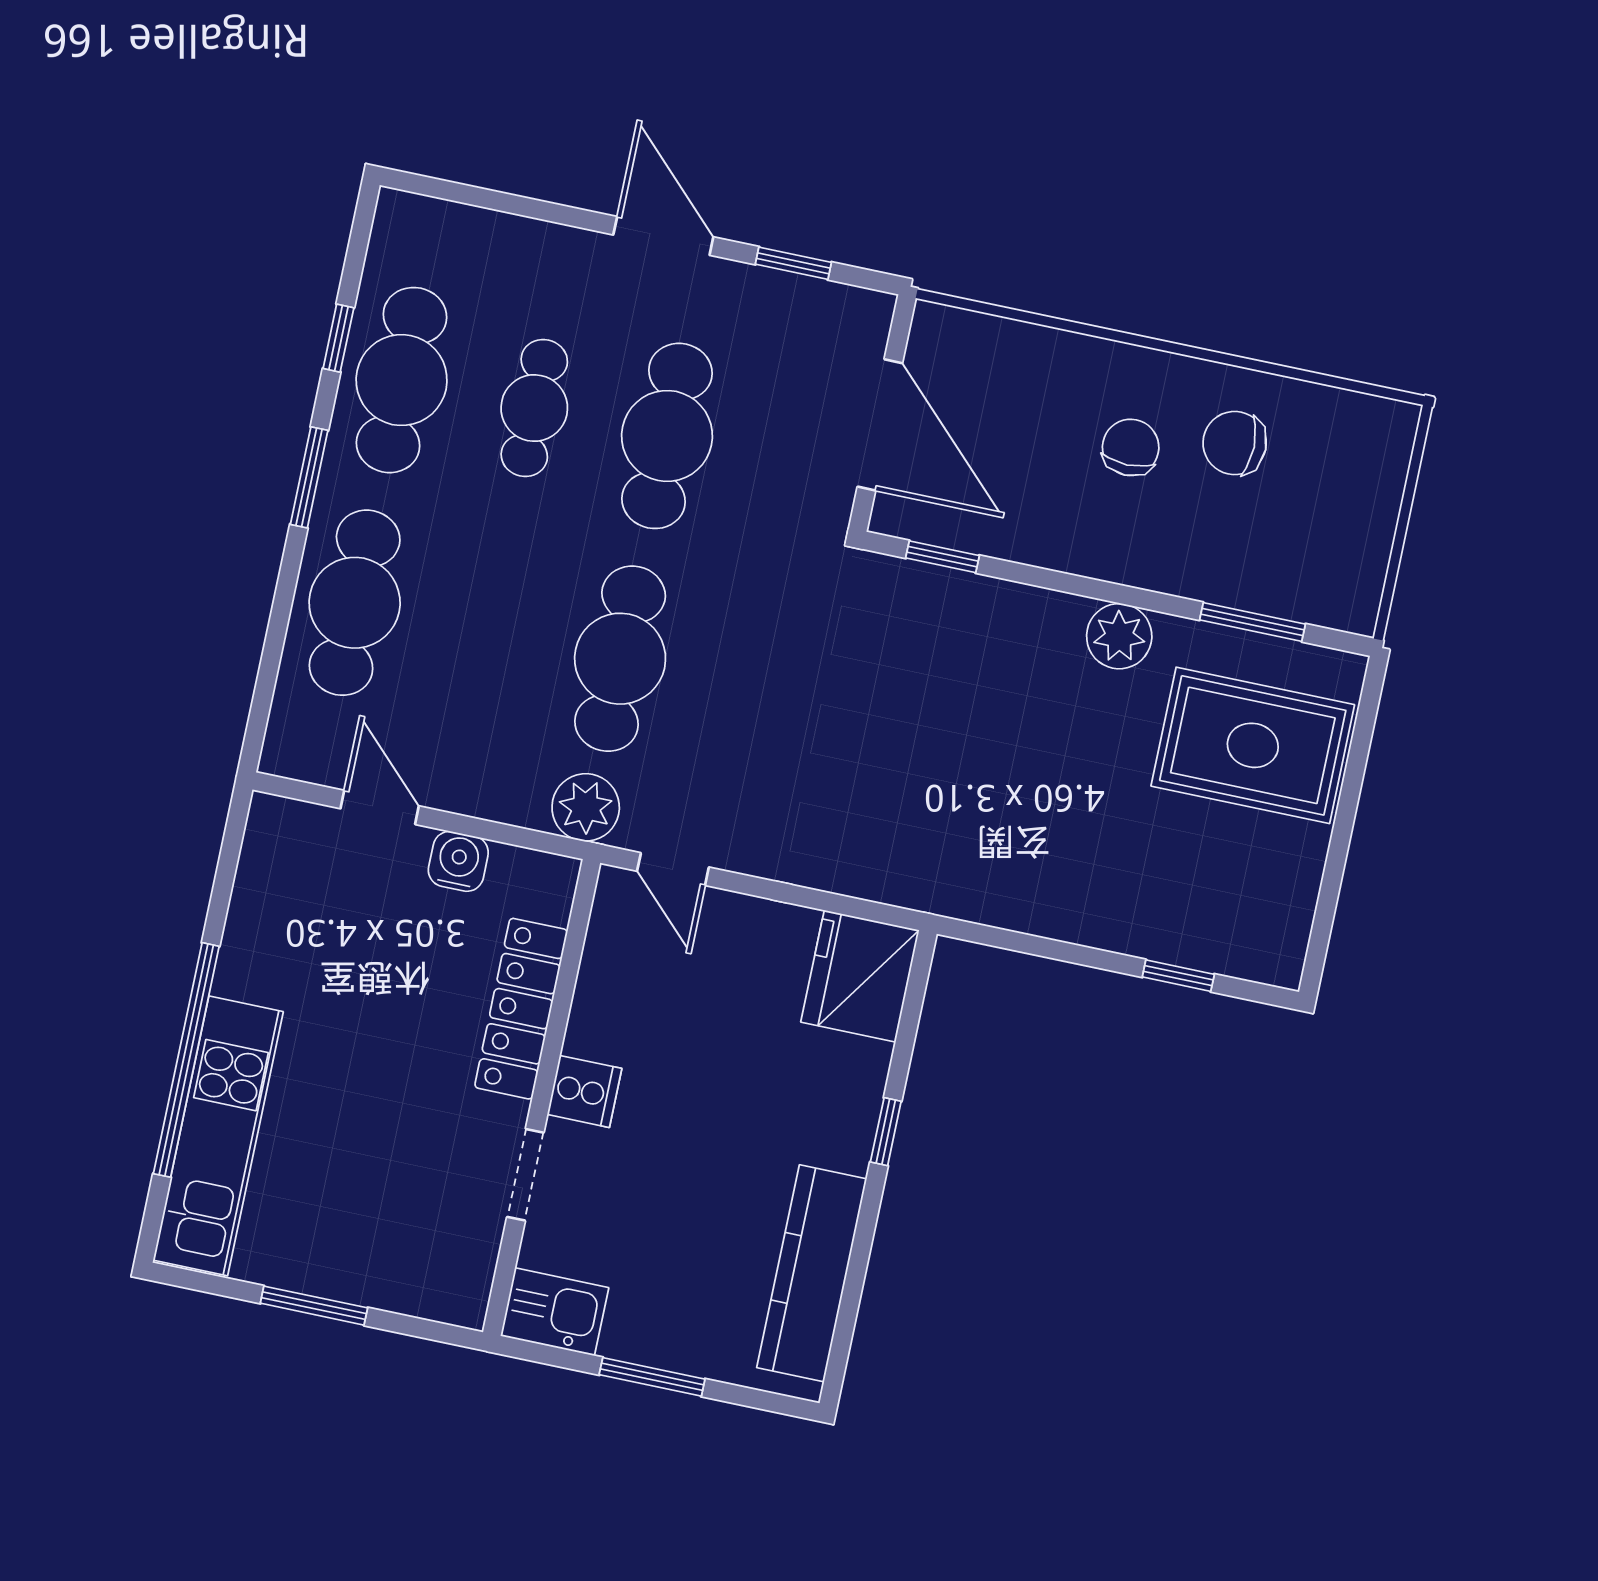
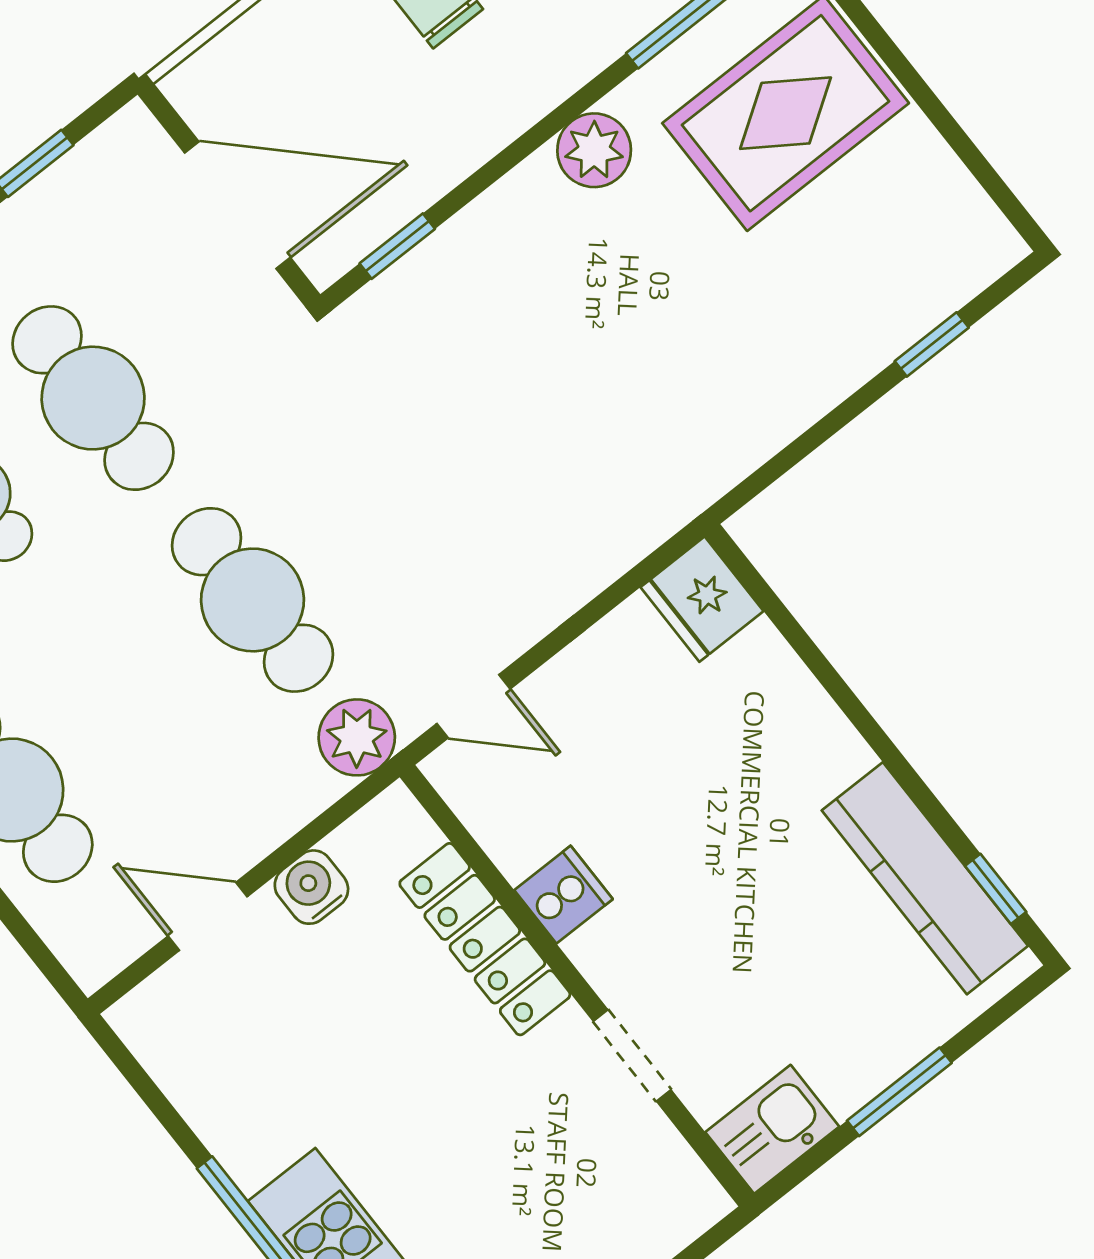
fridge: (860, 976) -> (702, 599), width x0.73, depth x0.75
cooker: (584, 1091) -> (563, 895), moved
window: (886, 1132) -> (996, 889), moved

